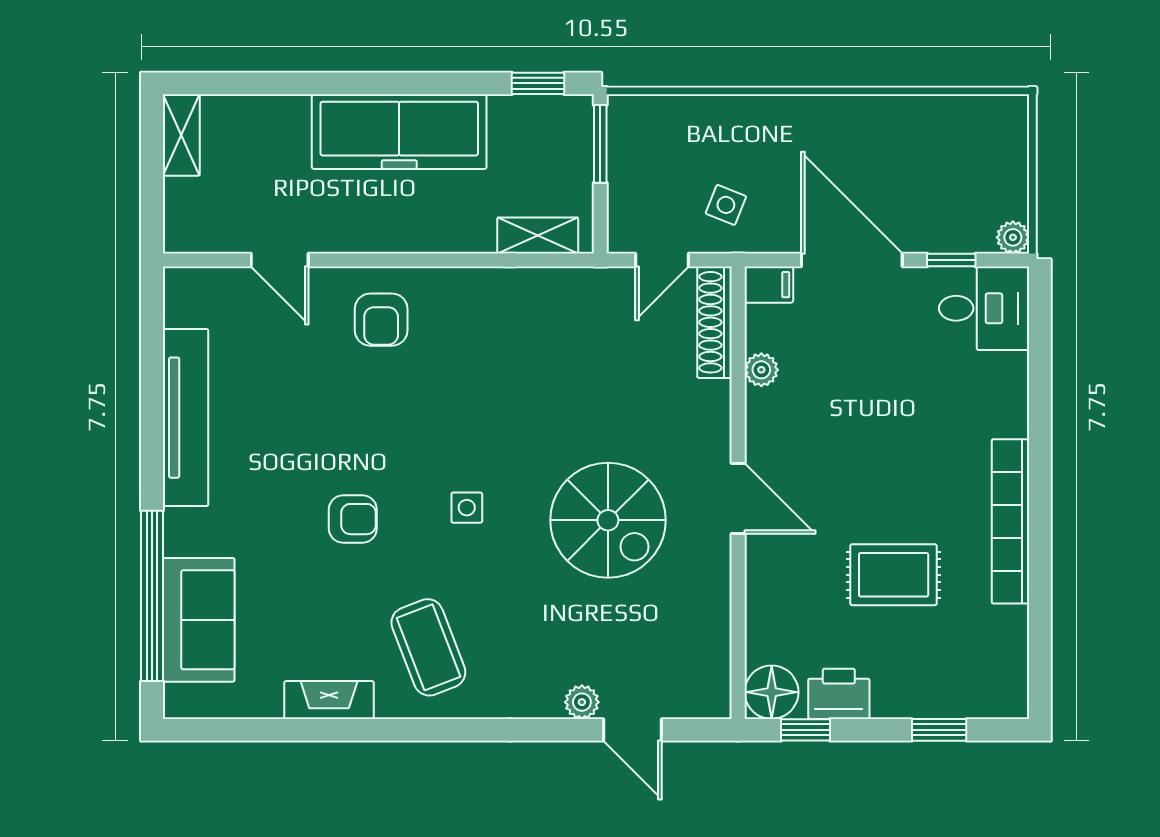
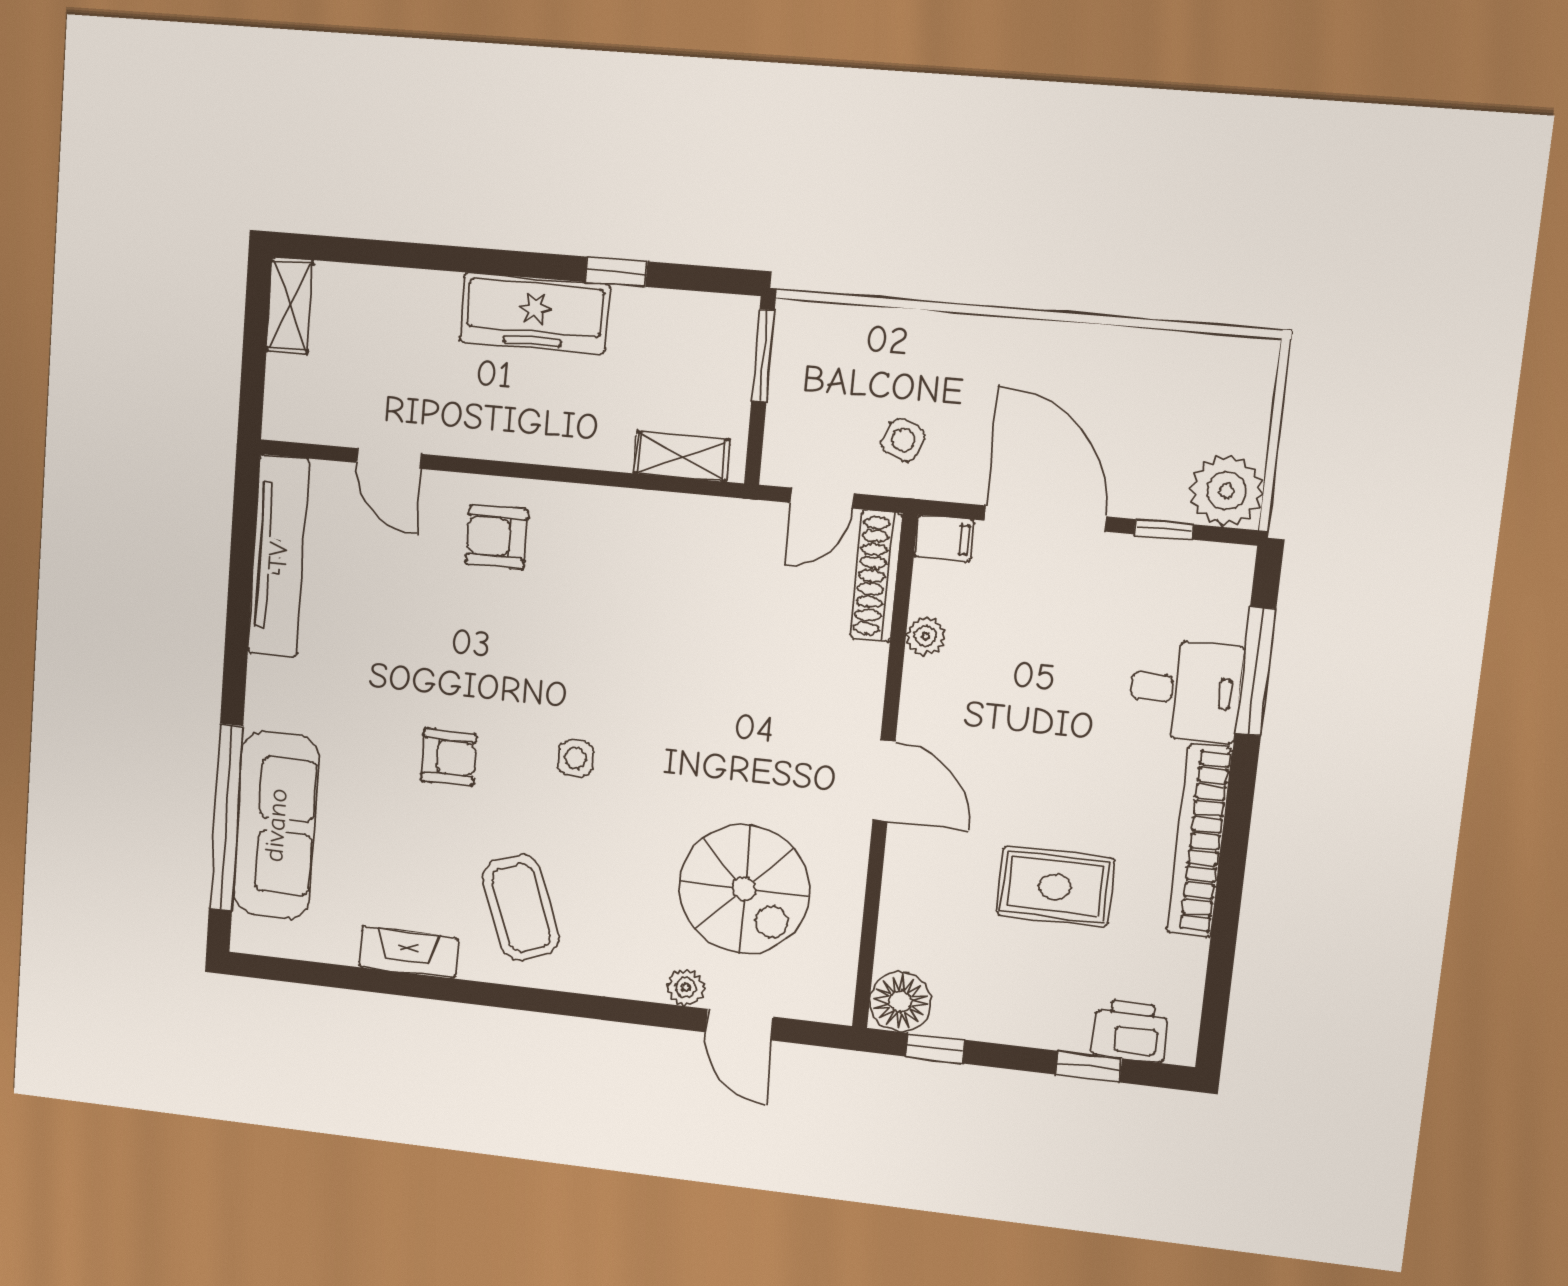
window: (538, 83) -> (616, 272), moved
freezer: (399, 132) -> (534, 313), width x0.73, depth x0.79
plant: (1013, 237) -> (1226, 491), width x1.88, depth x1.88
desk: (984, 308) -> (1185, 690), moved
armchair: (381, 320) -> (497, 537), turned 90
window: (1040, 372) -> (1255, 671), added
tv unit: (185, 418) -> (278, 556), moved
spiral stairs: (608, 520) -> (744, 889), moved
sofa: (199, 620) -> (276, 825), width x1.36
printer: (839, 694) -> (1130, 1031), moved

